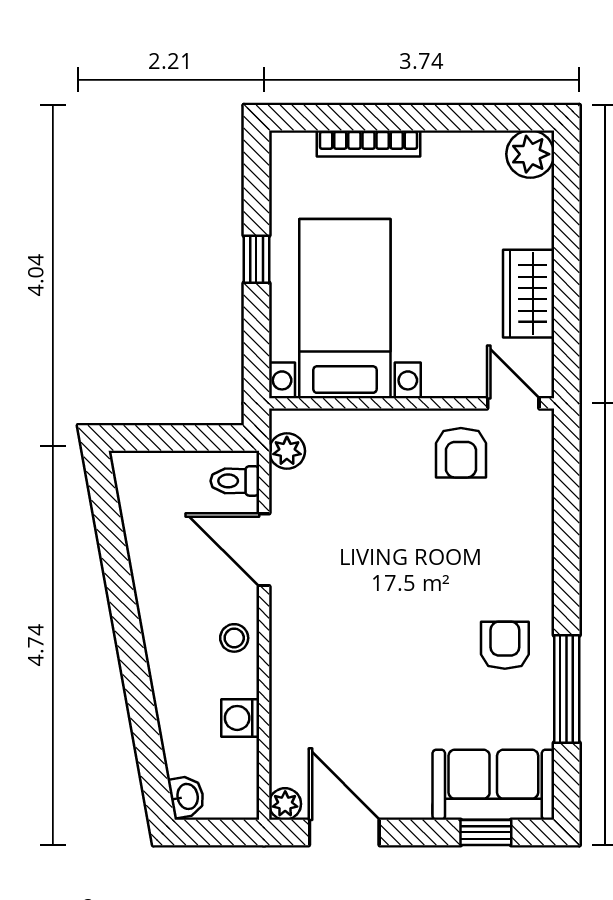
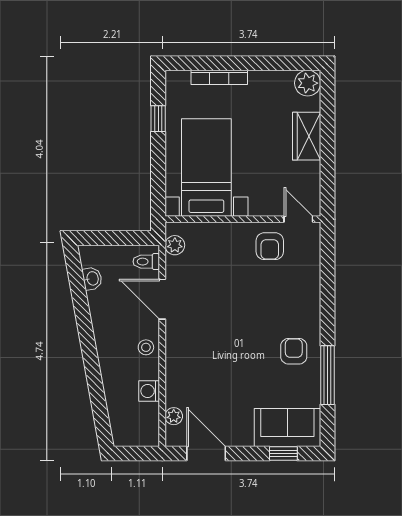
window: (256, 259) -> (158, 119), moved
wardrobe: (529, 294) -> (307, 136), moved
washbasin: (187, 797) -> (92, 279), moved
plant: (285, 804) -> (174, 416), moved

